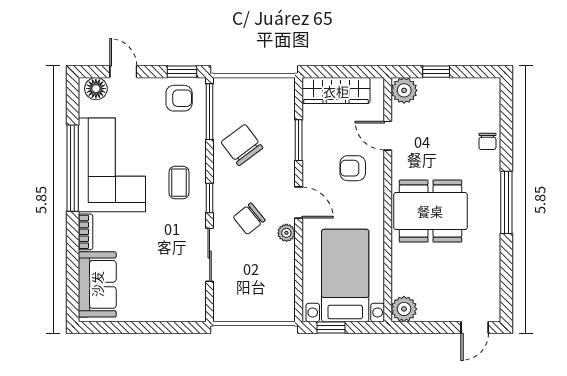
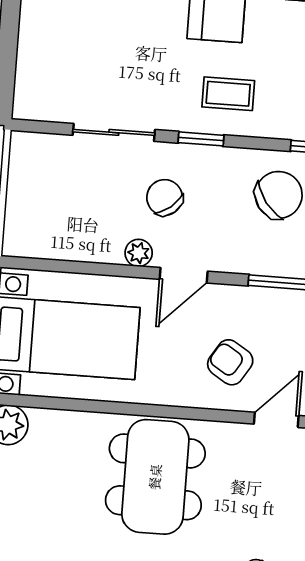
armchair: (353, 168) -> (230, 362), turned -58

